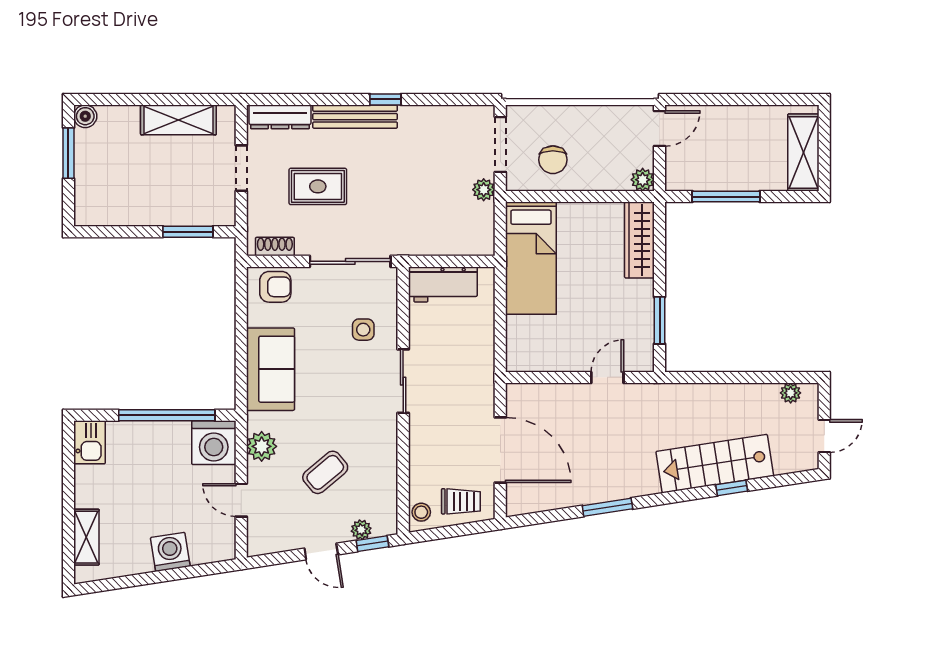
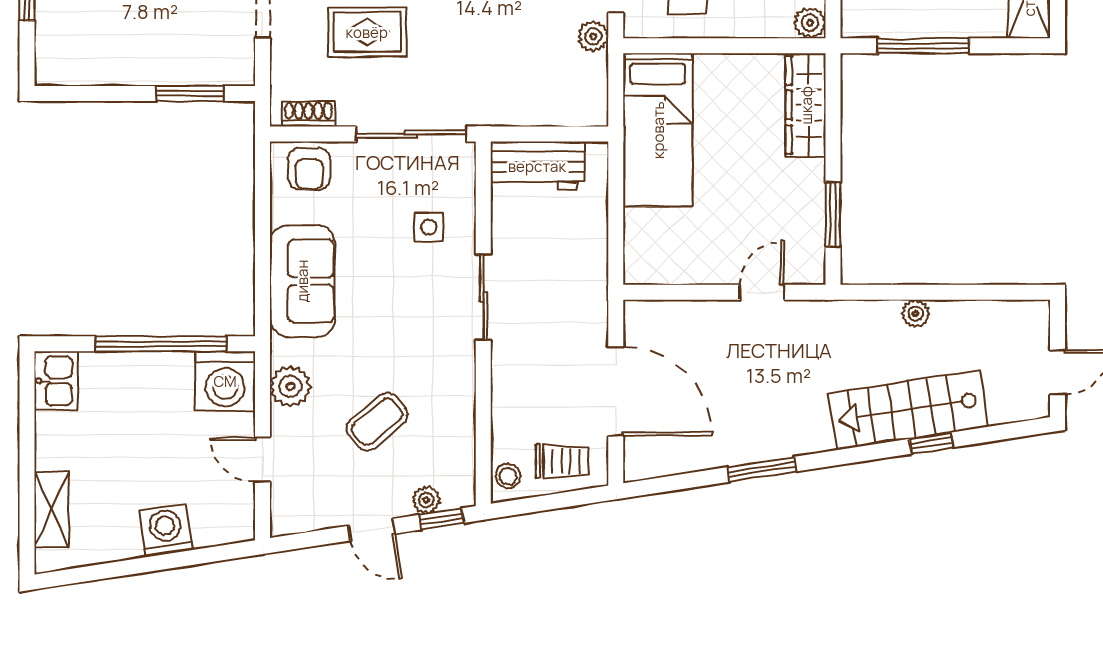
armchair: (275, 287) -> (309, 169), turned 90
plant: (791, 393) -> (916, 314), moved

